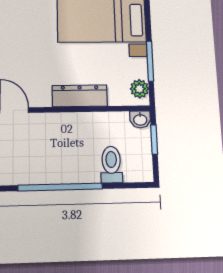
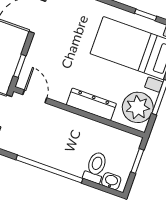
plant: (139, 89) -> (138, 107), width x1.87, depth x1.87
washbasin: (140, 119) -> (111, 181), moved, turned 180

